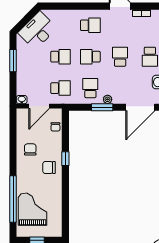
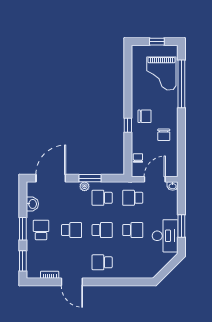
desk: (37, 31) -> (165, 236), moved, turned -45
school desk: (61, 57) -> (133, 230), turned 180
school desk: (120, 57) -> (72, 230), turned -90
school desk: (90, 88) -> (102, 198), turned 90

